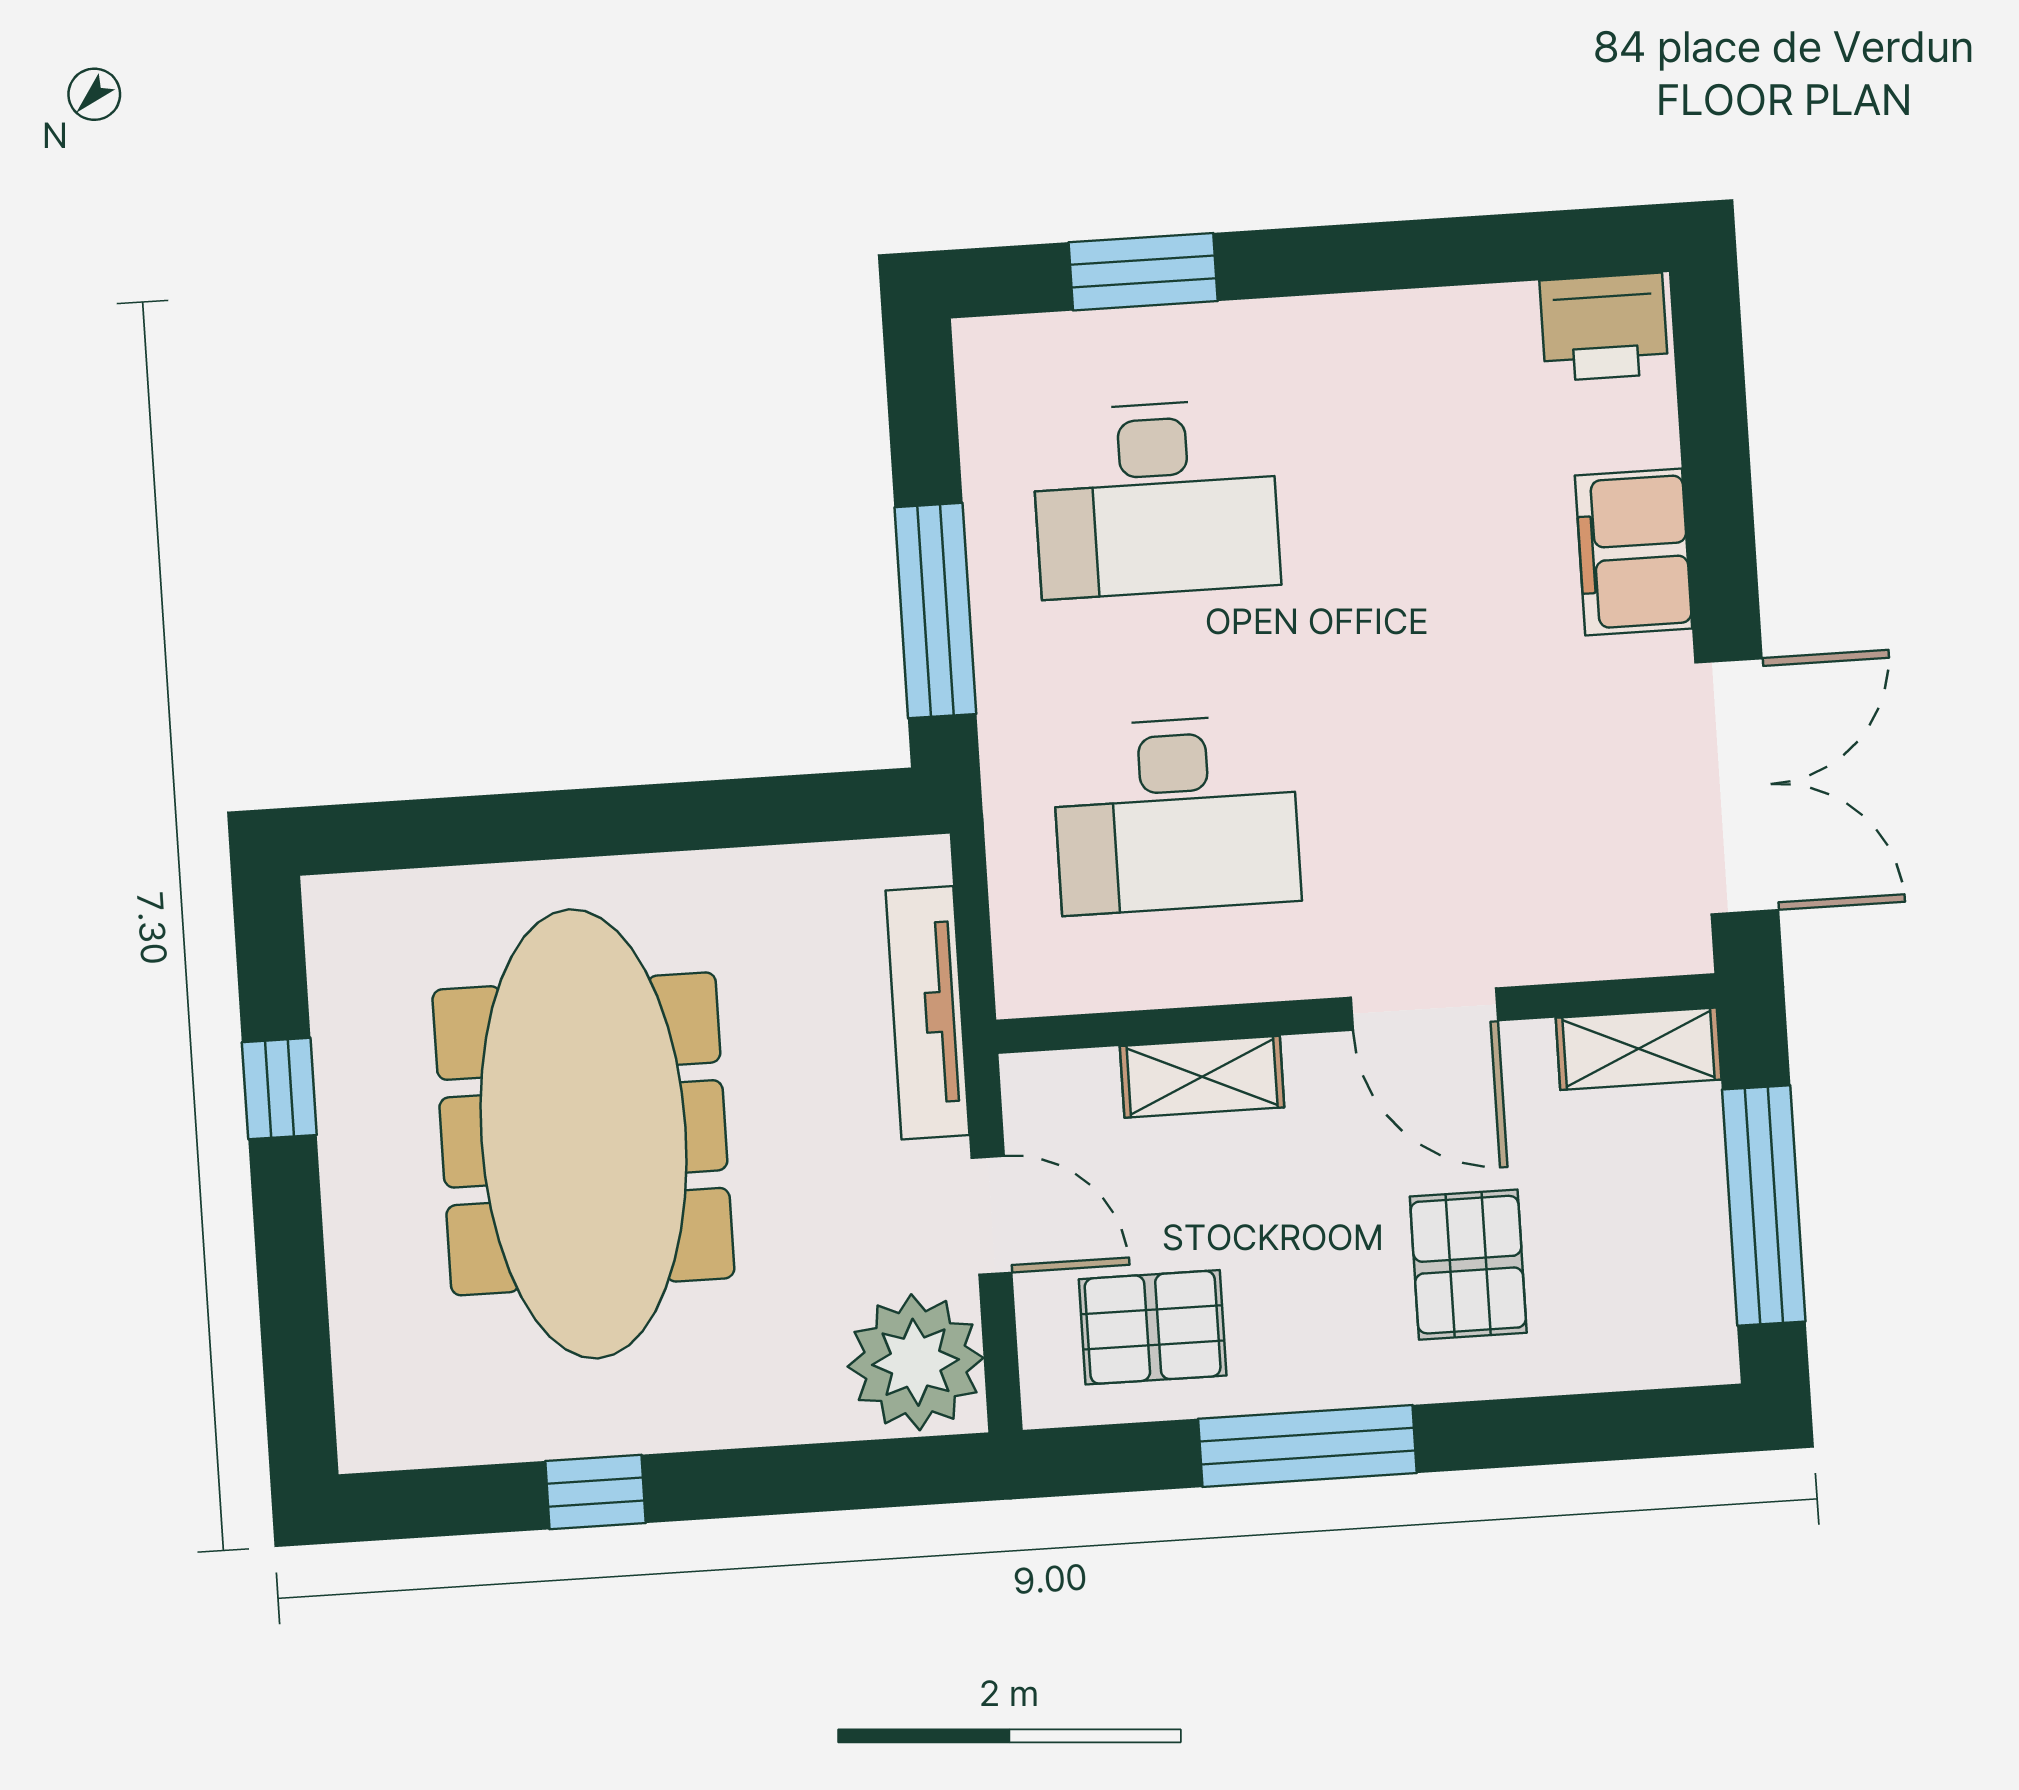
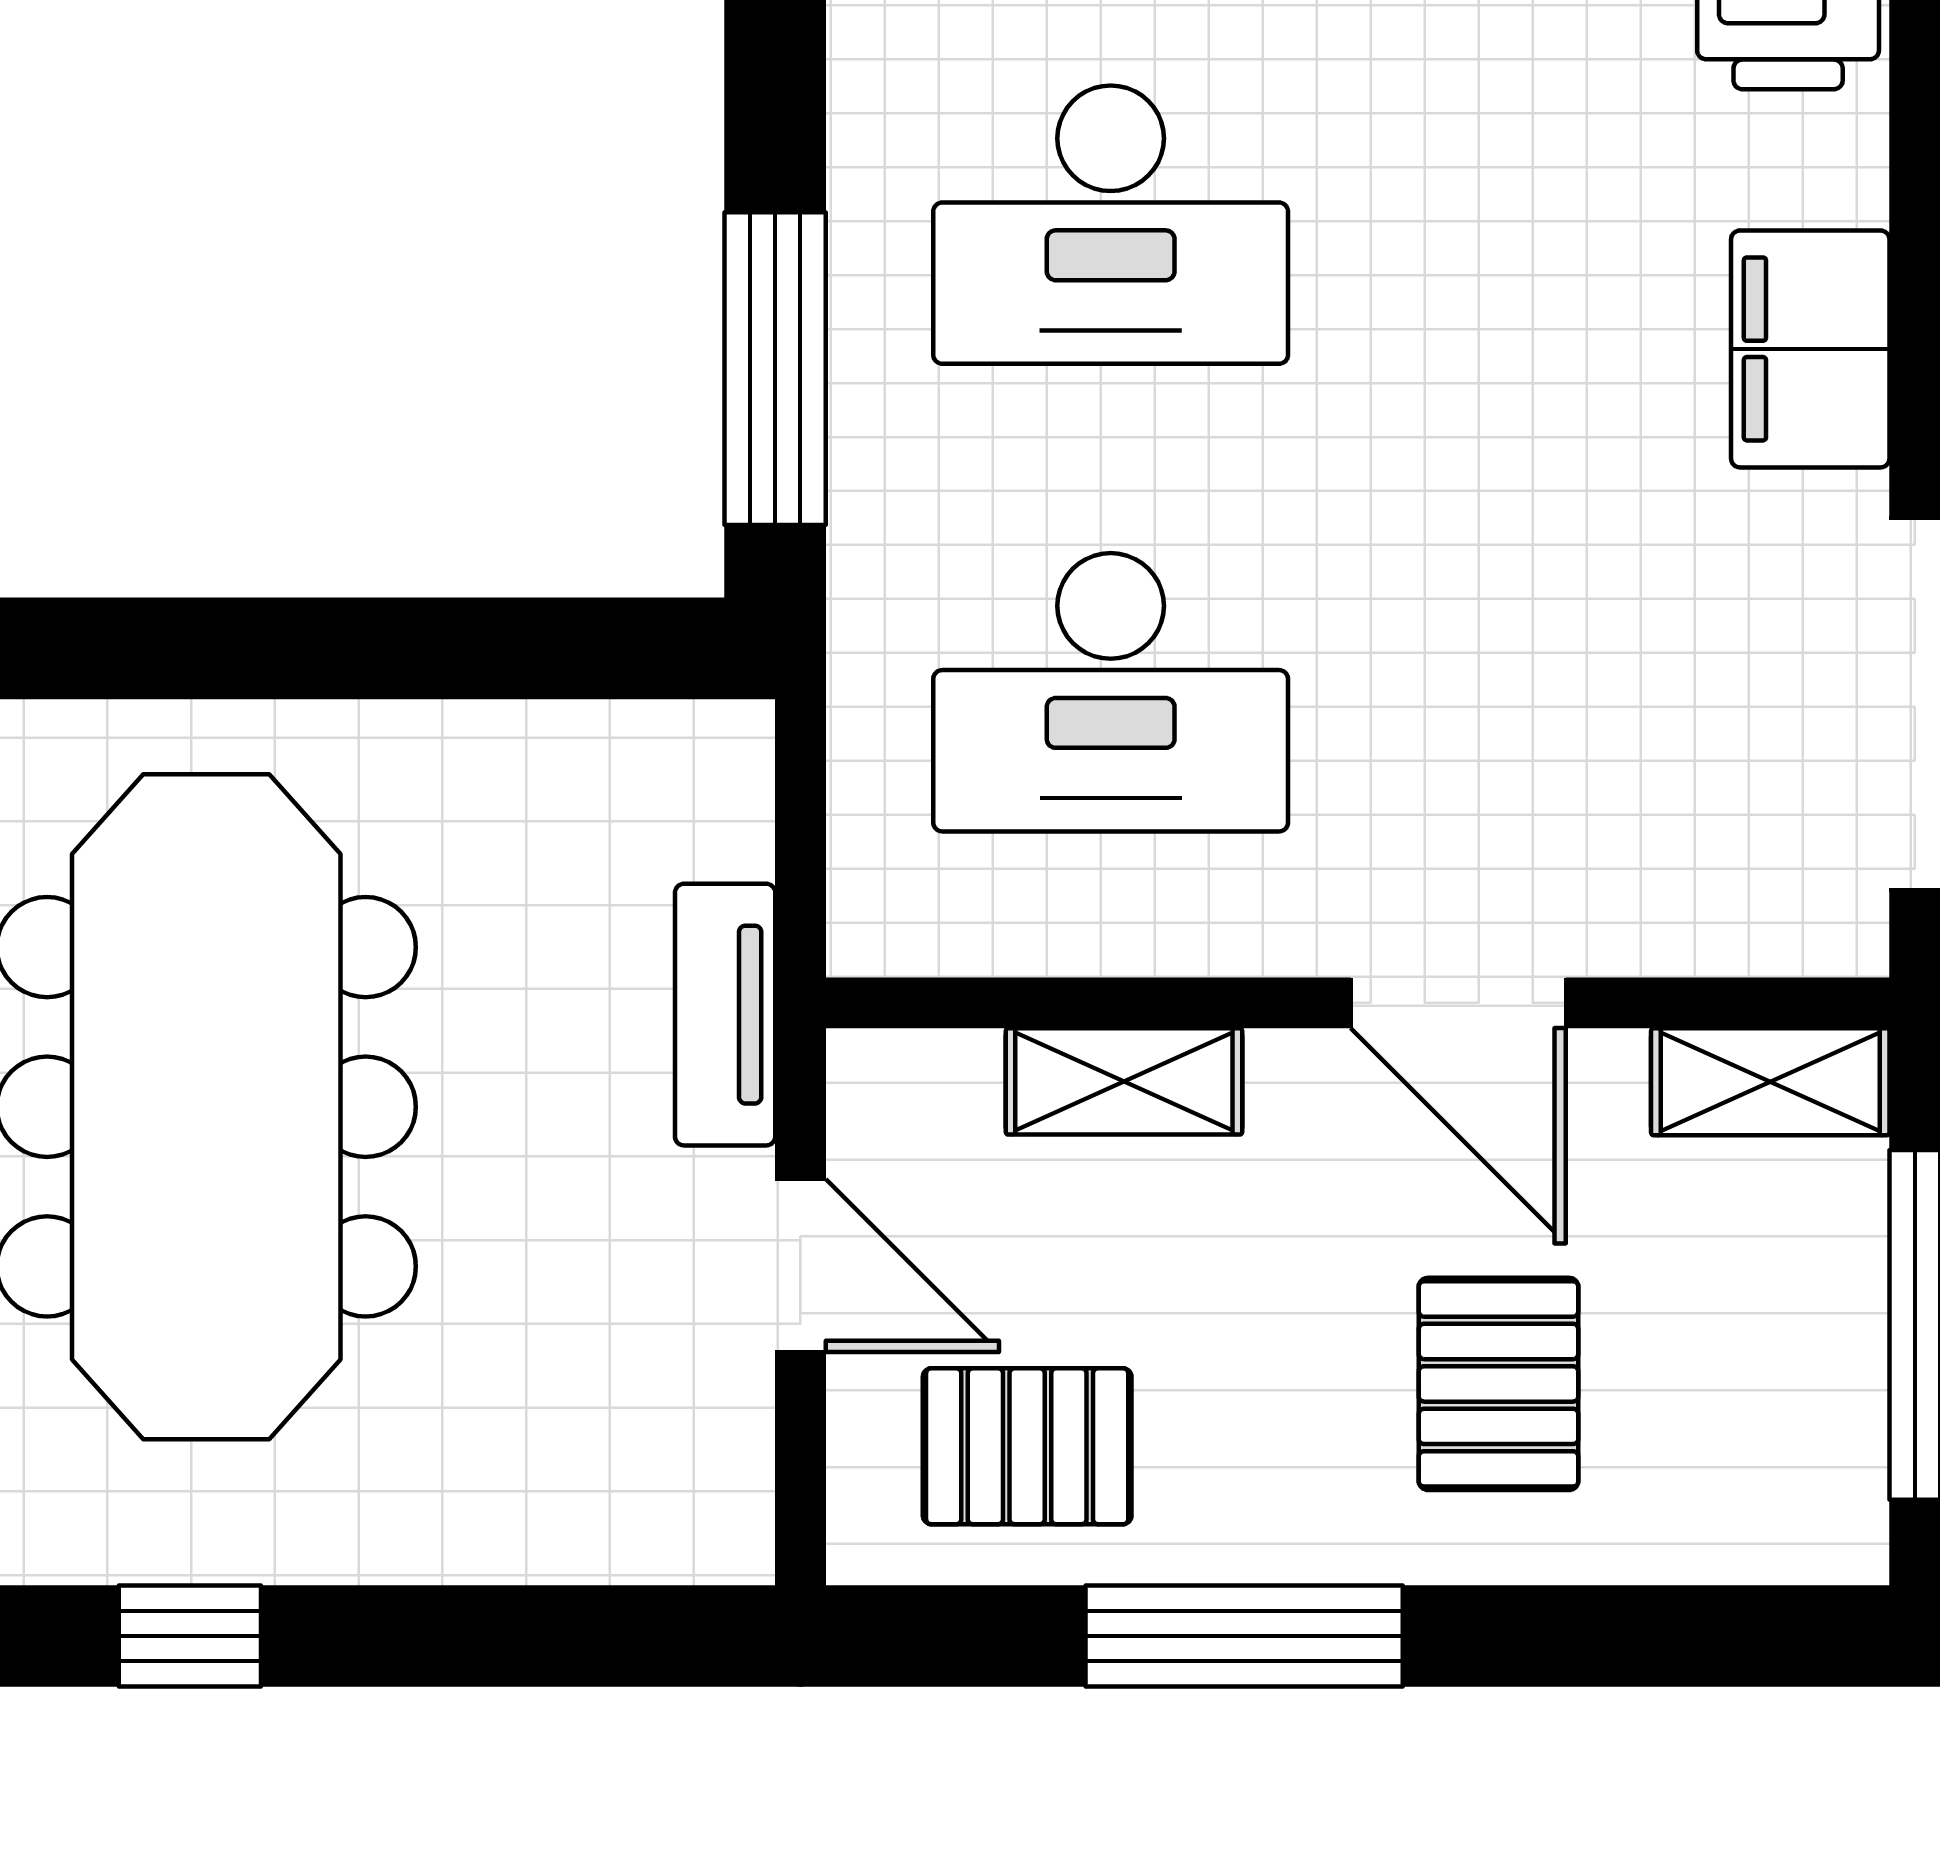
tv unit: (927, 1013) -> (725, 1015), width x0.71
plant: (916, 1362) -> (674, 1475), removed

